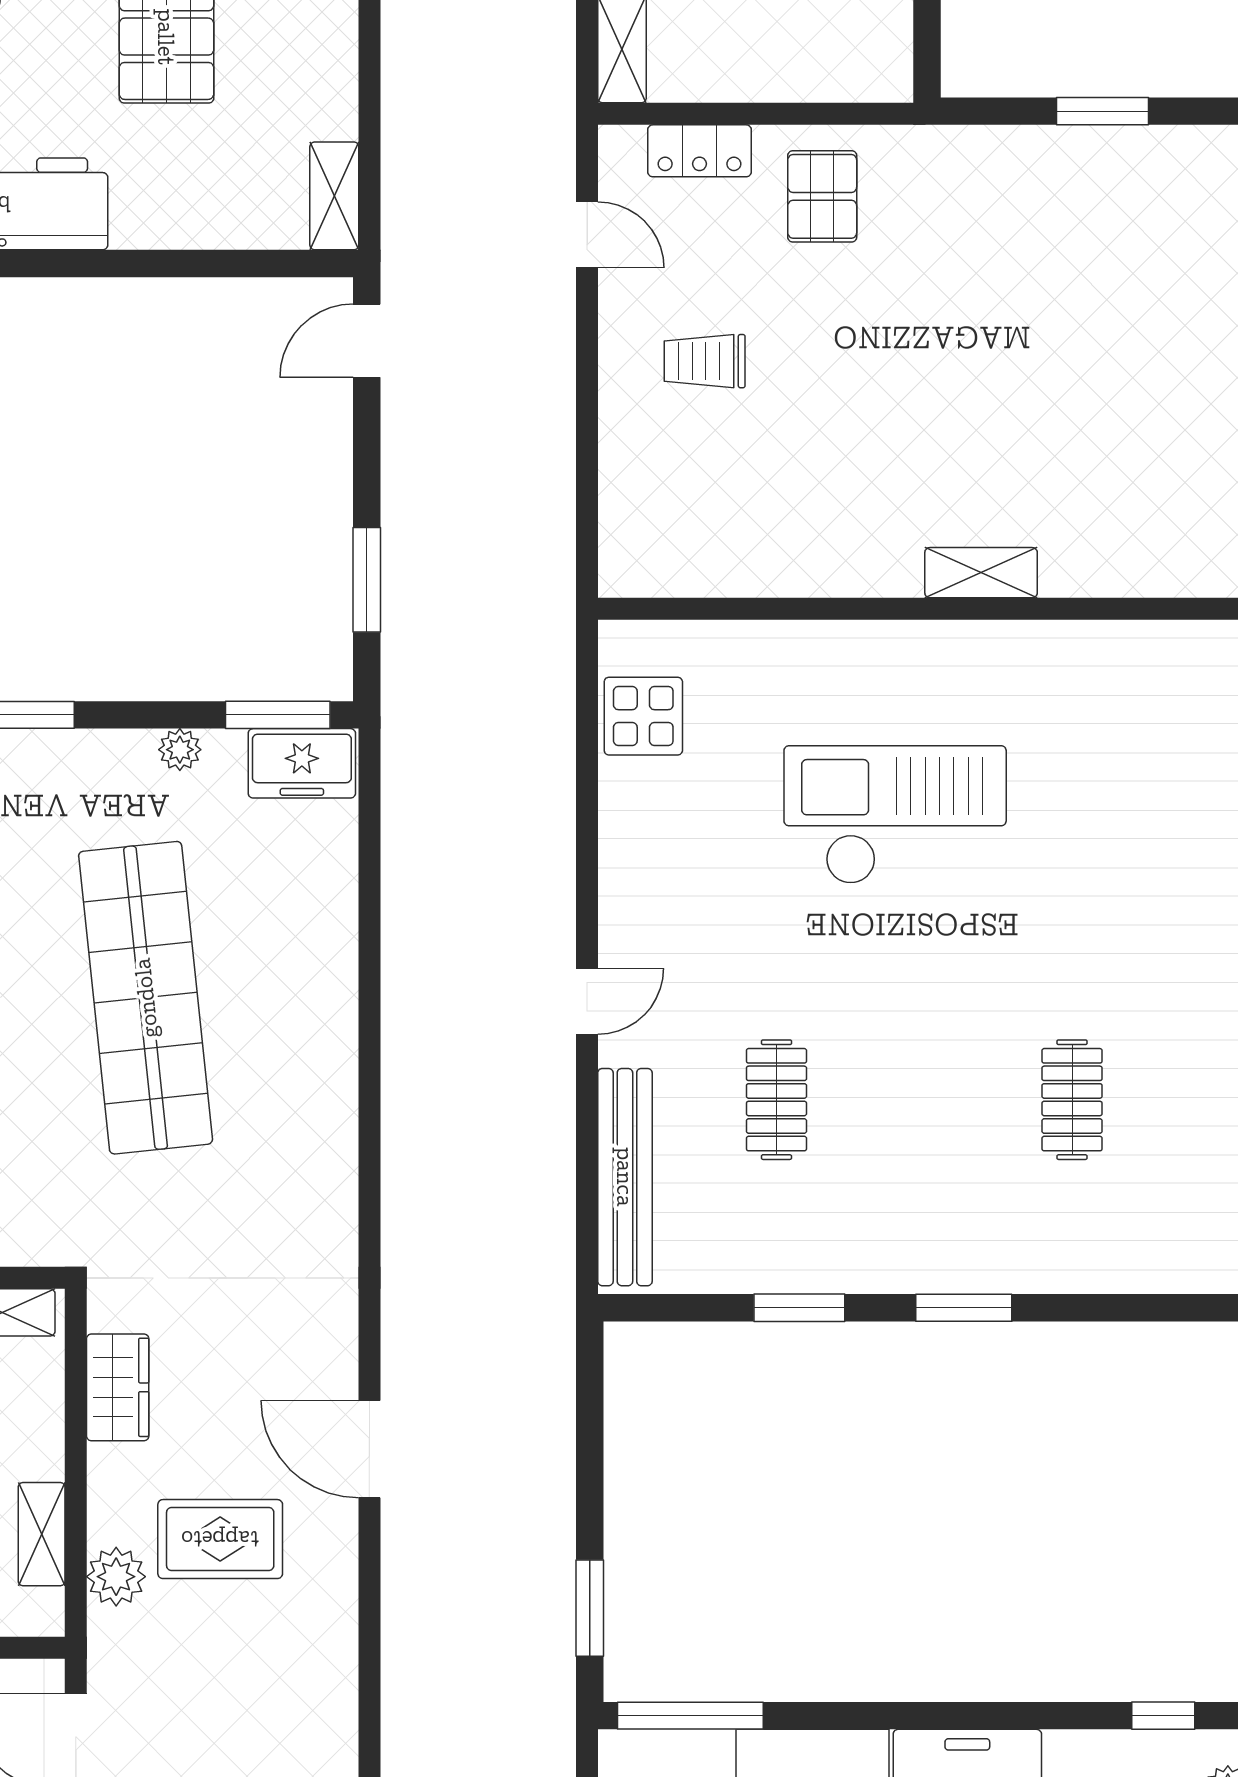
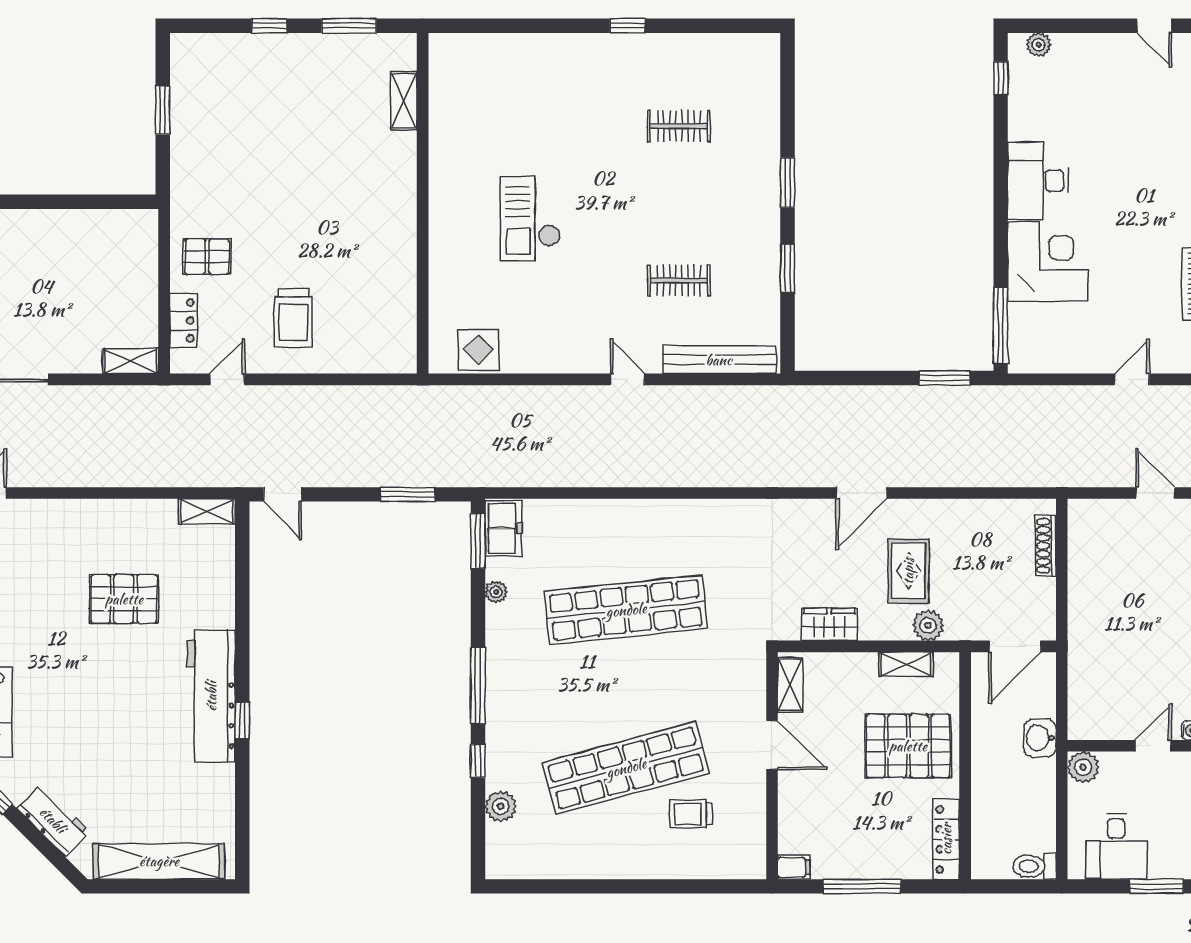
trolley: (705, 361) -> (293, 318), width x1.36, depth x1.39
shelving: (981, 573) -> (404, 101), moved
checkout: (895, 815) -> (530, 218), width x0.73, depth x0.83

